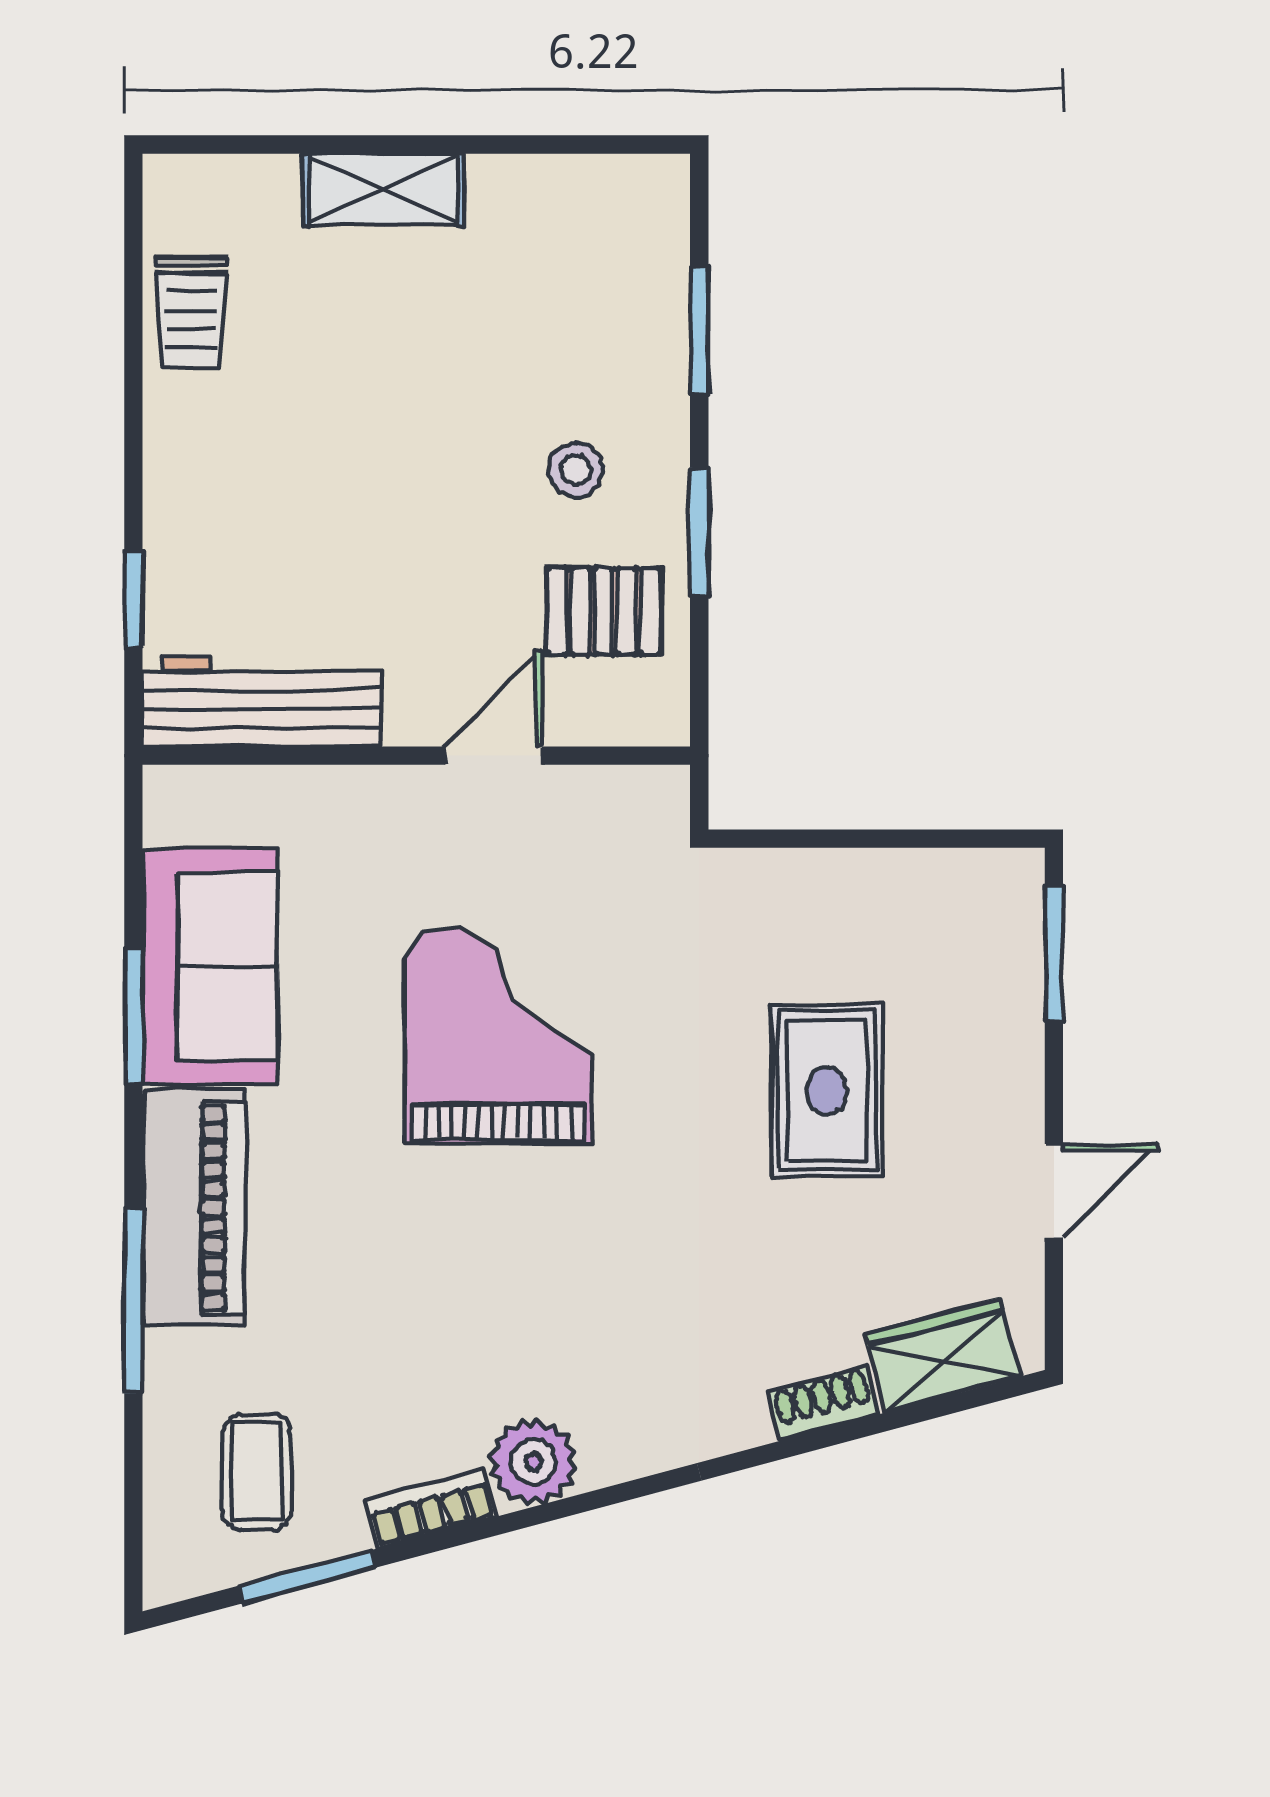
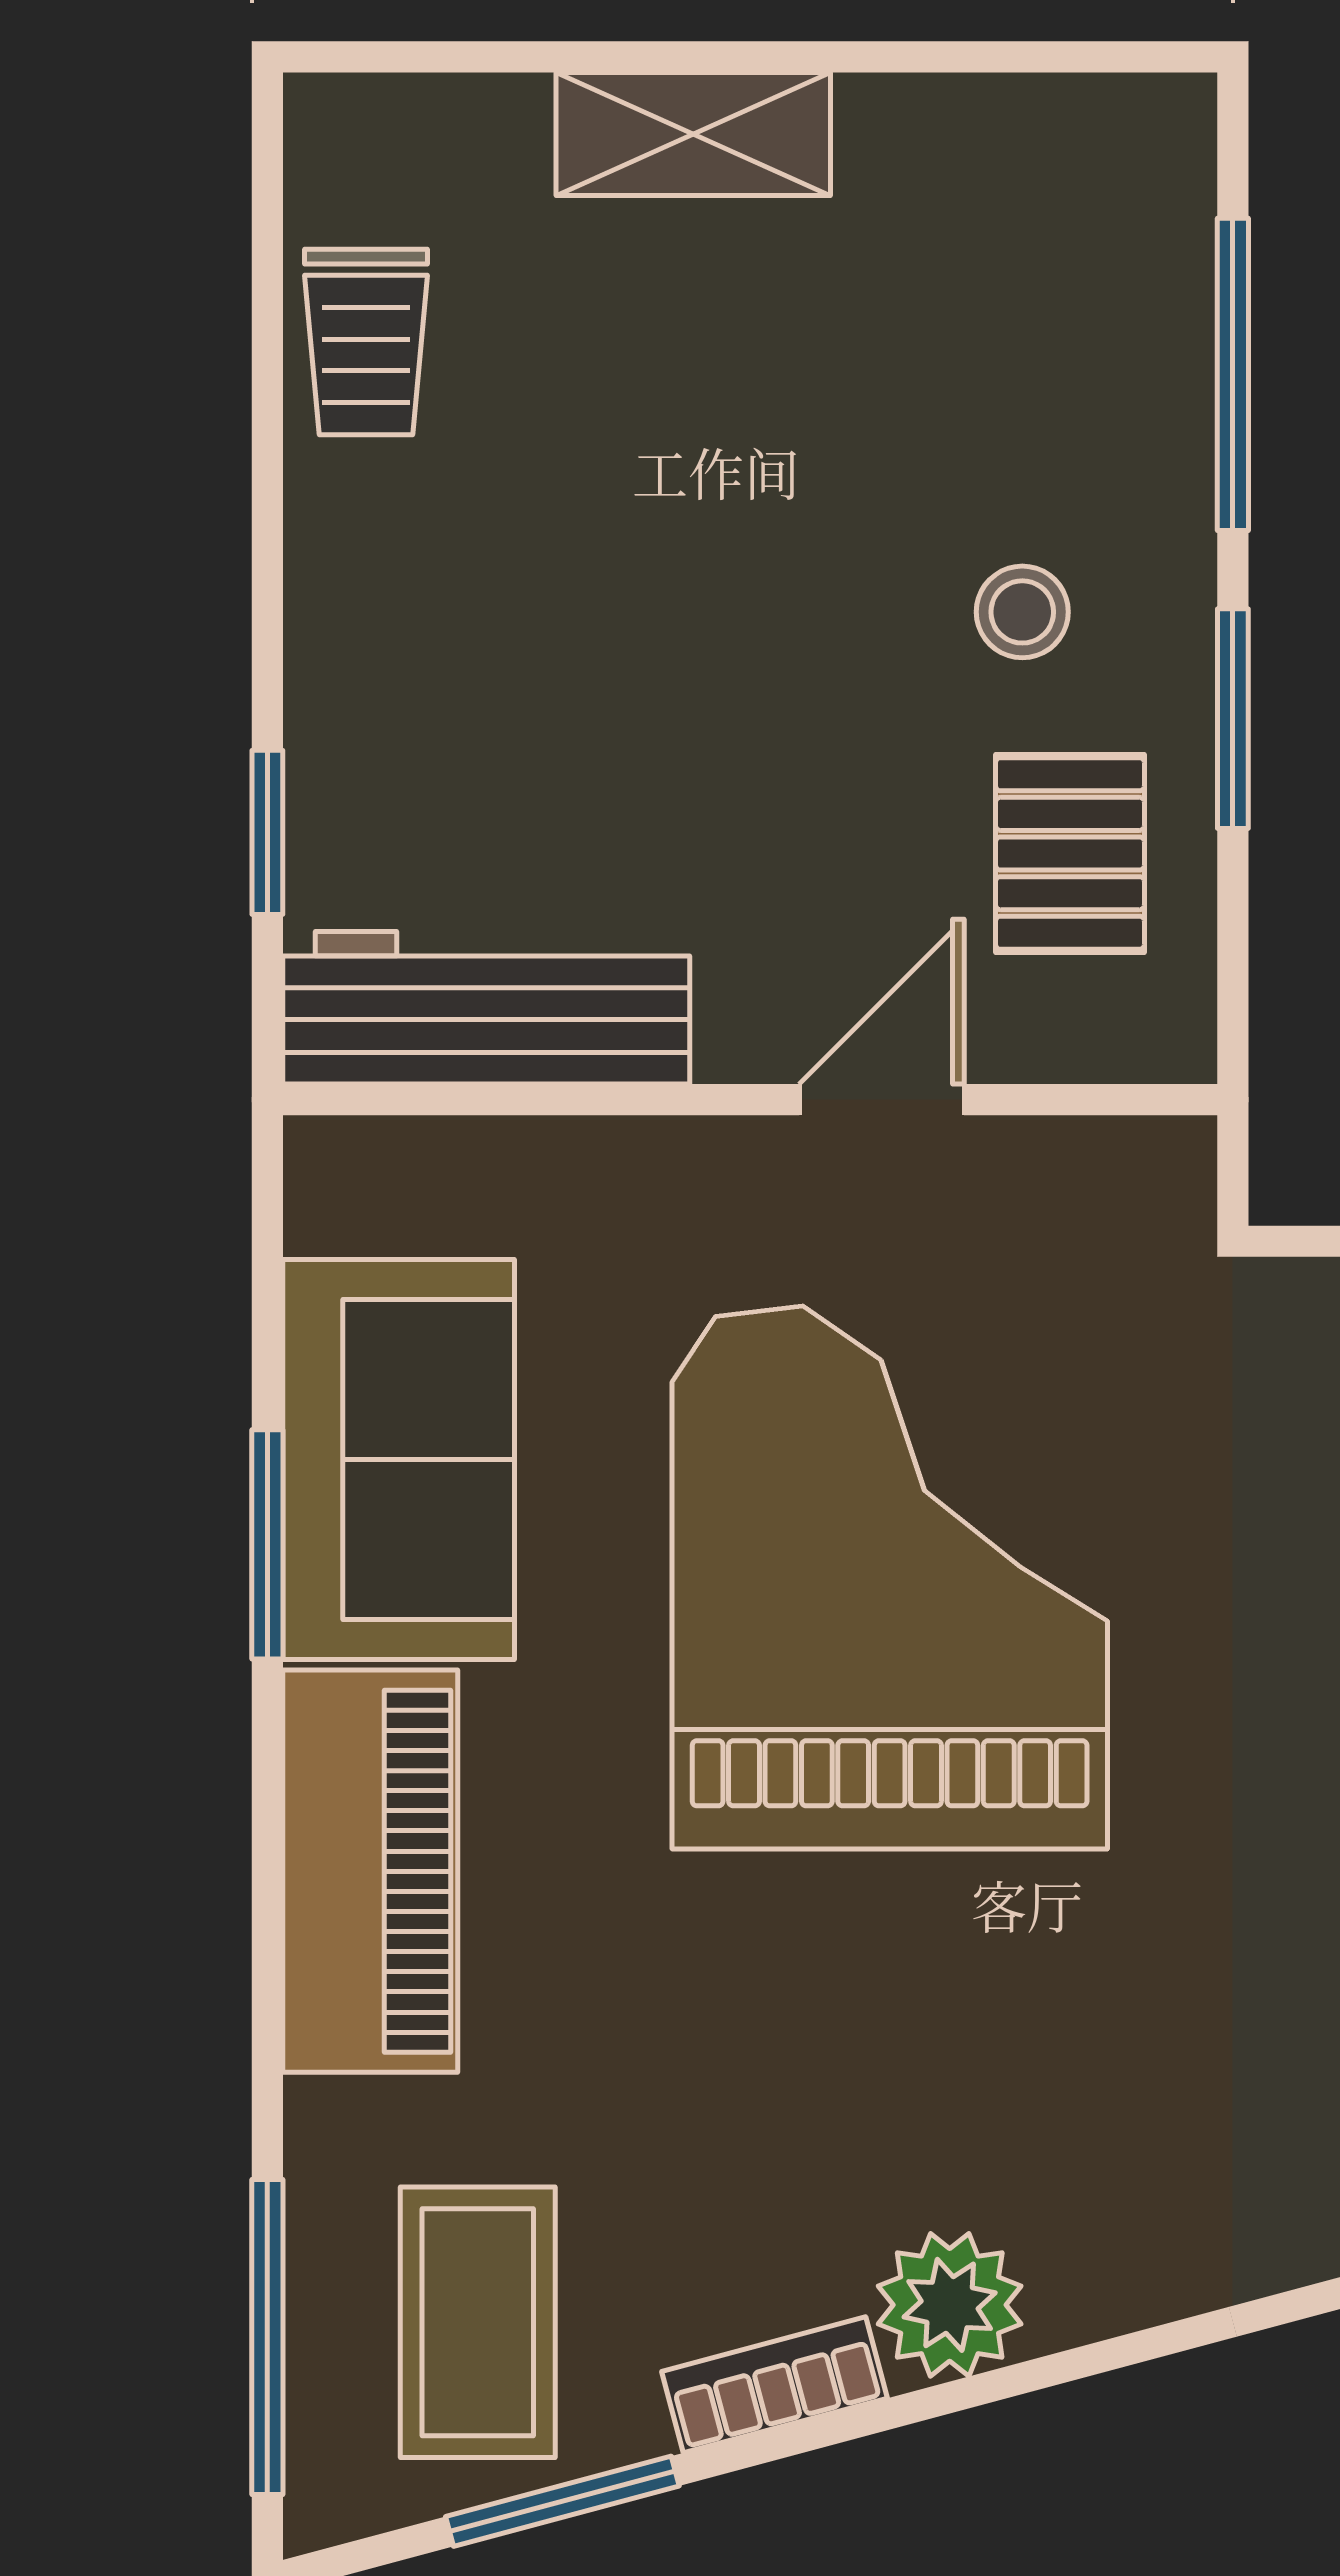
window: (699, 331) -> (1233, 374), width x1.44
pallet: (604, 611) -> (1070, 854), turned 90
grand piano: (498, 1036) -> (890, 1577), width x1.37, depth x1.48
window: (133, 1301) -> (267, 2337), moved
coffee table: (257, 1472) -> (478, 2322), width x1.36, depth x1.30

